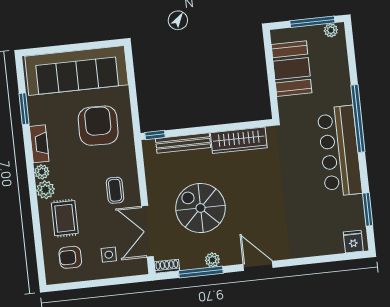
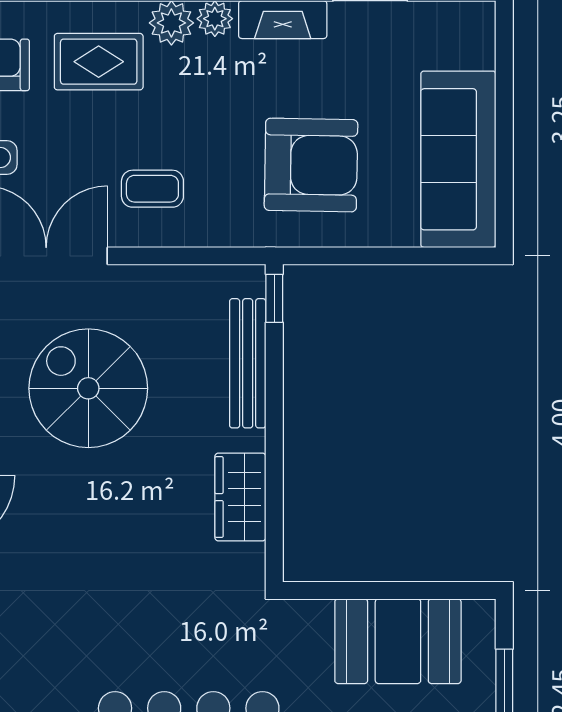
sofa: (77, 70) -> (458, 159), width x0.74, depth x0.79
wardrobe: (239, 140) -> (240, 497), width x0.67
spiral stairs: (200, 208) -> (88, 388), turned -90

